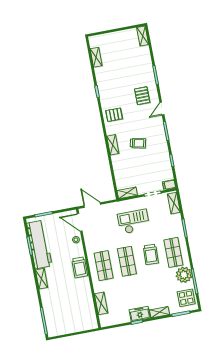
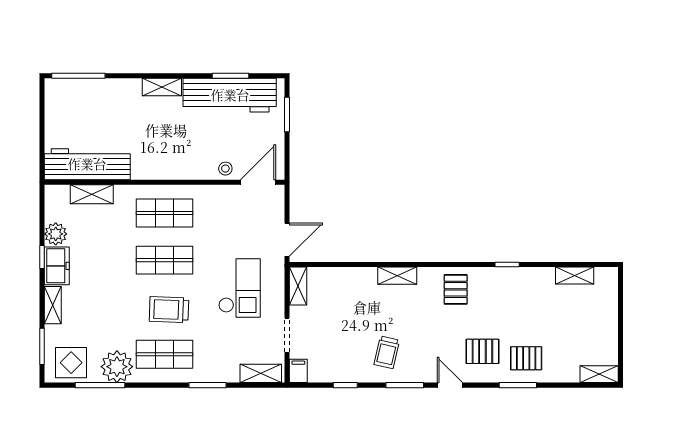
pallet: (142, 73) -> (526, 358), added
trolley: (138, 143) -> (387, 352), moved
door: (92, 205) -> (287, 240), moved
trolley: (80, 267) -> (170, 166), removed
workbench: (87, 308) -> (87, 164), added
plant: (124, 317) -> (56, 234), added

